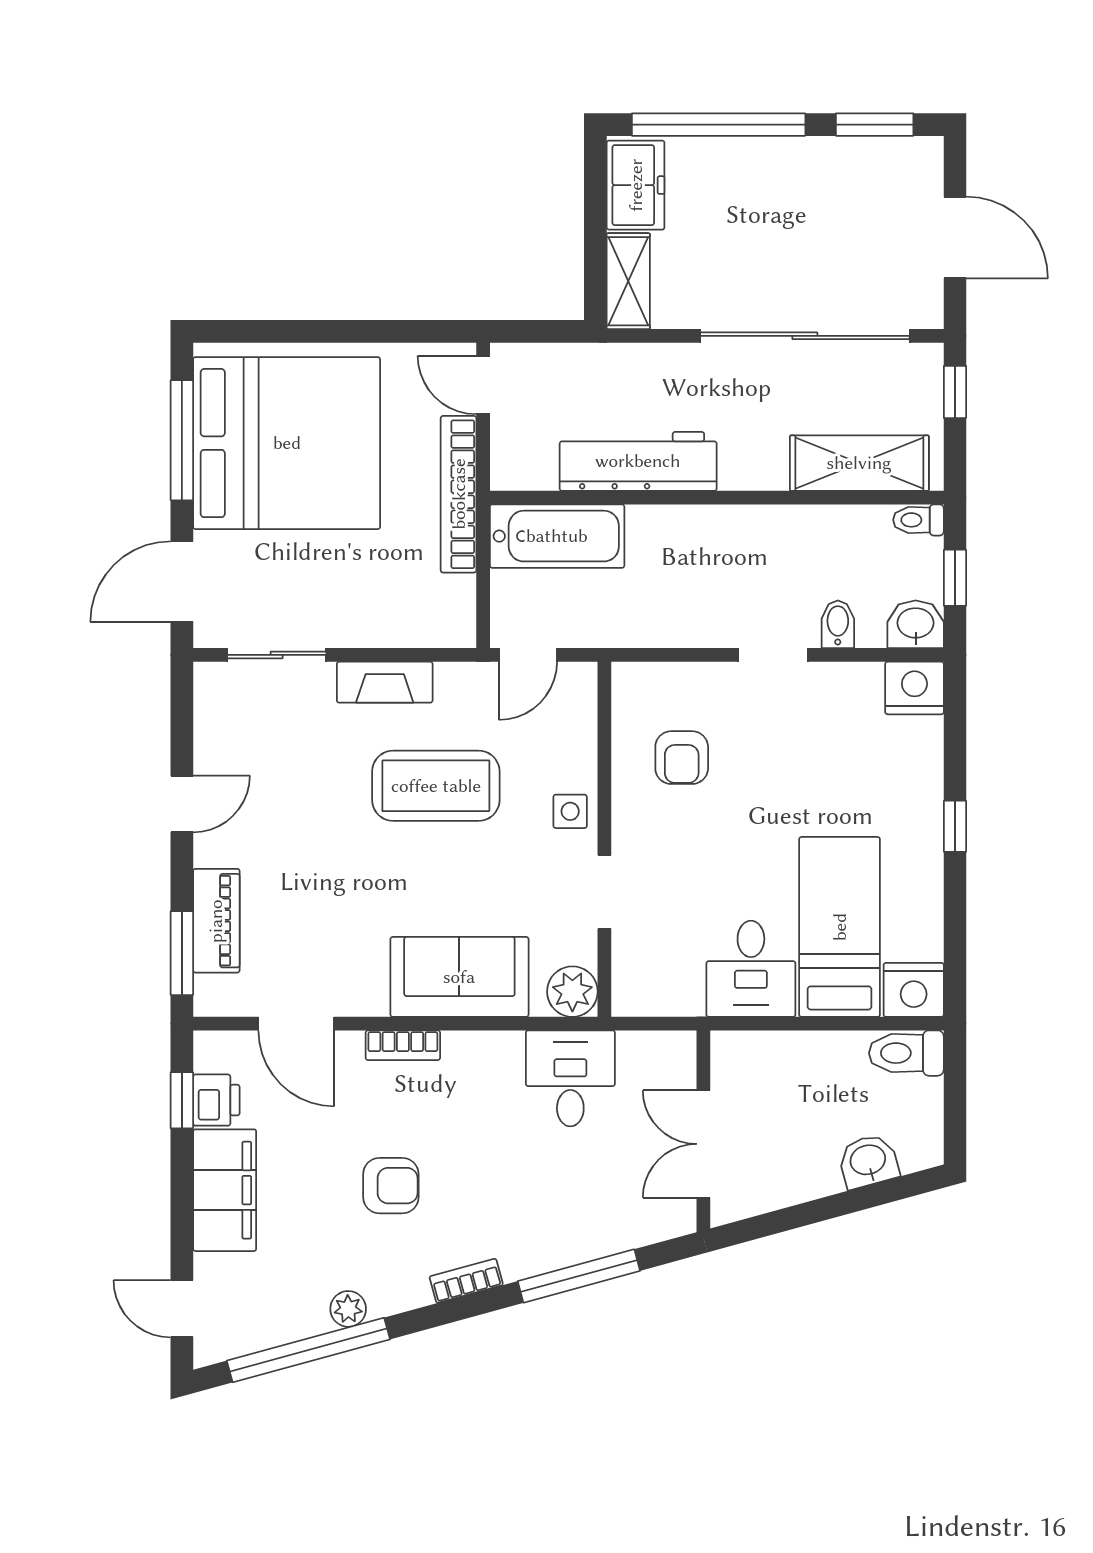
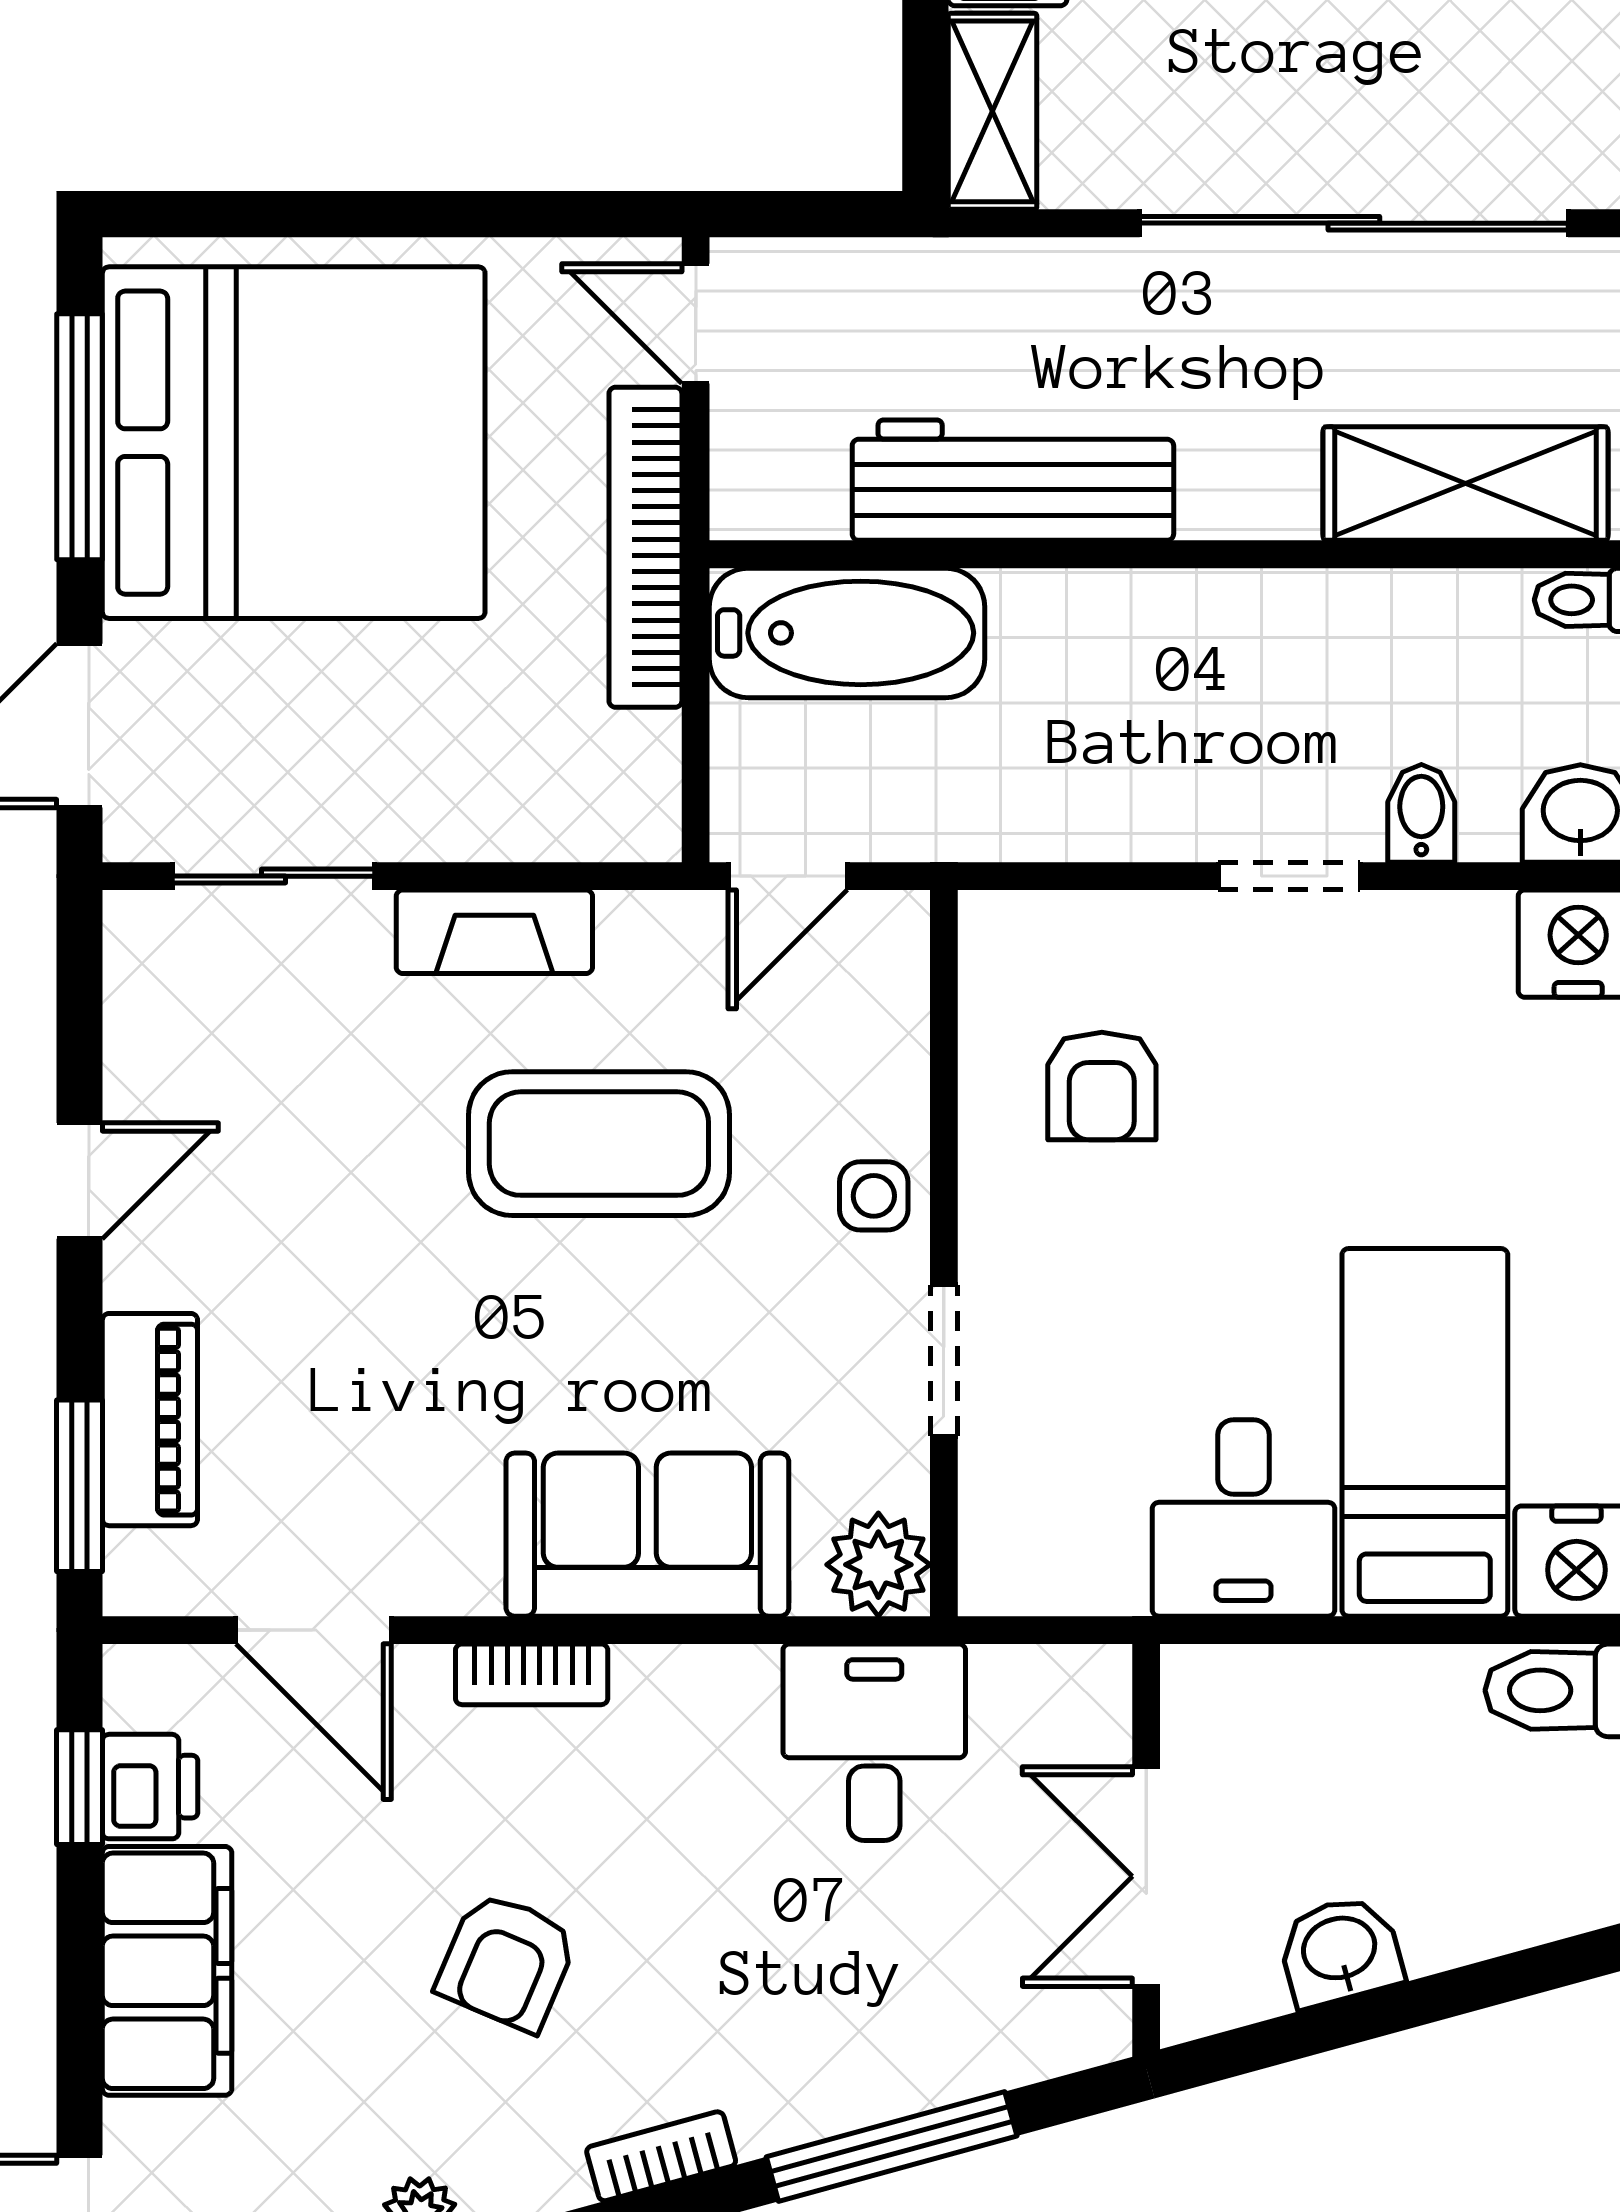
washbasin: (868, 1161) -> (1340, 1951), moved
armchair: (391, 1186) -> (507, 1962), turned 113

